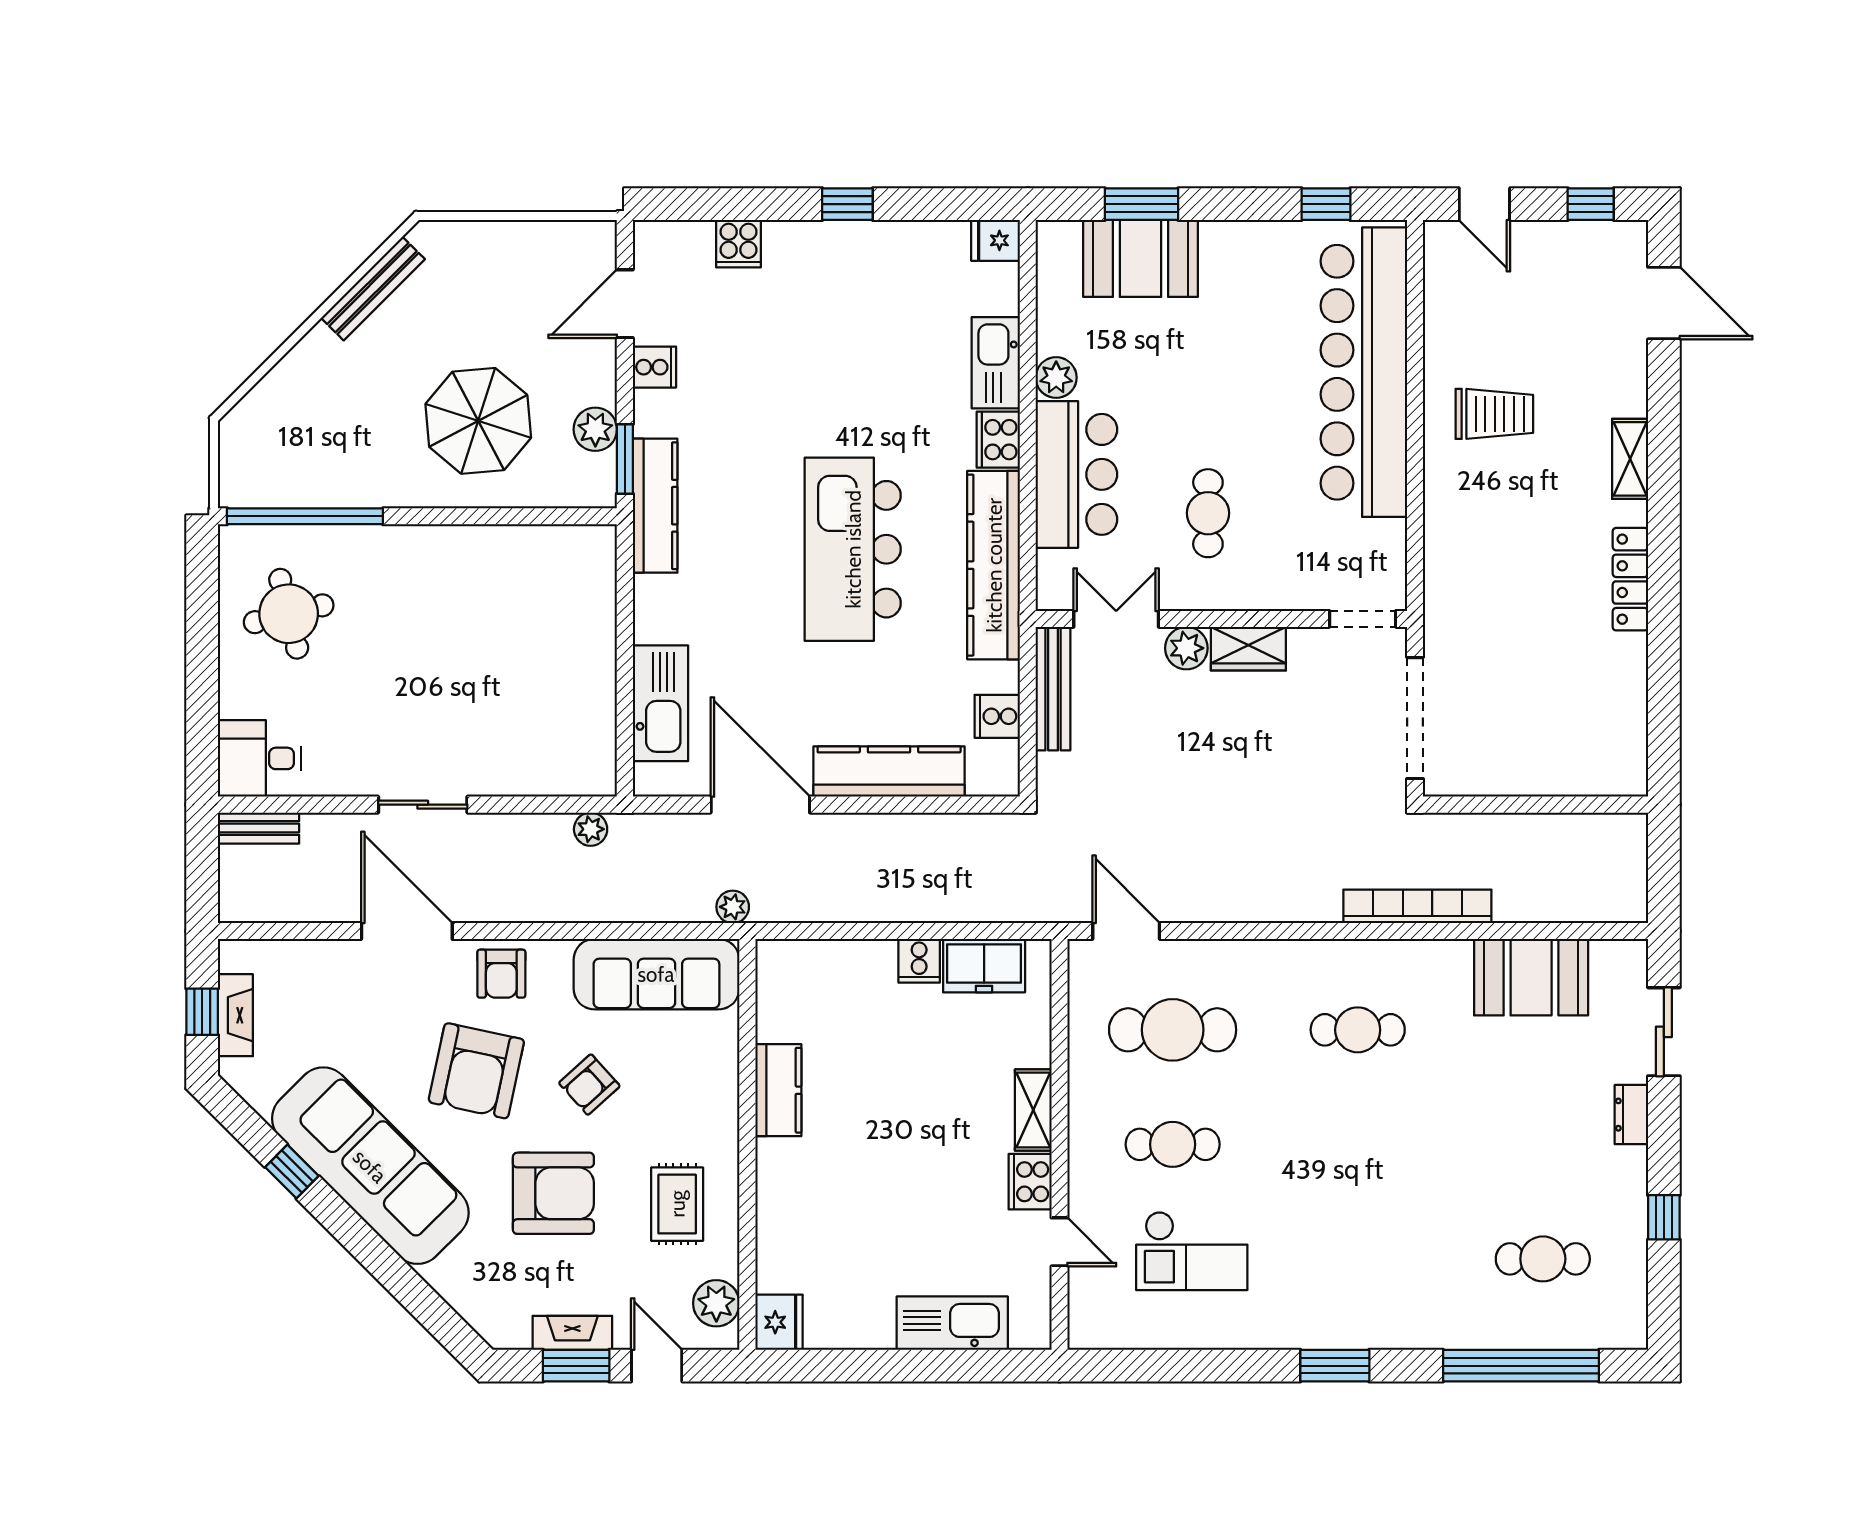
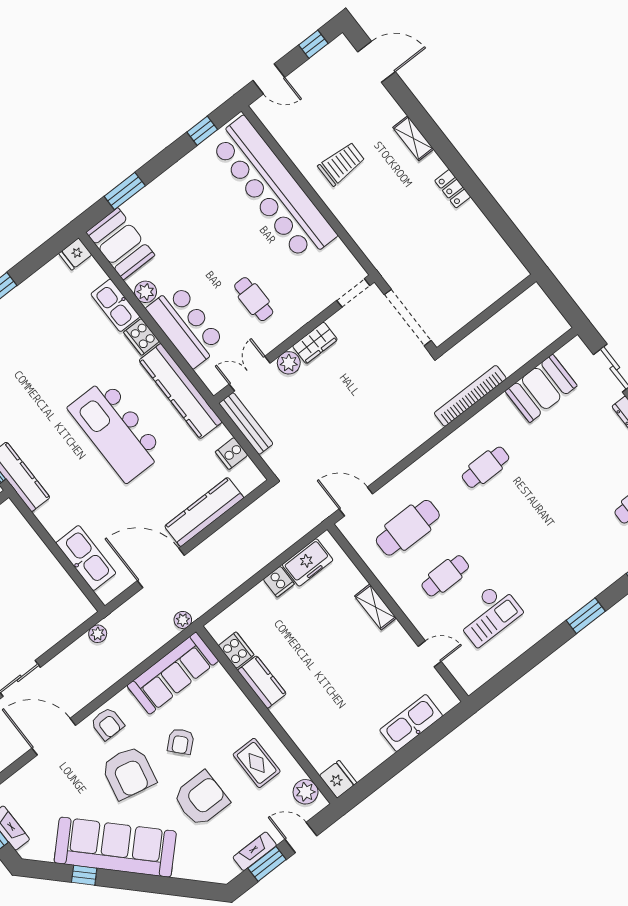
booth: (1140, 258) -> (120, 244), moved, turned 90
locker: (1630, 579) -> (453, 189), width x0.66
cooker: (1030, 1182) -> (236, 650), moved, turned 180

